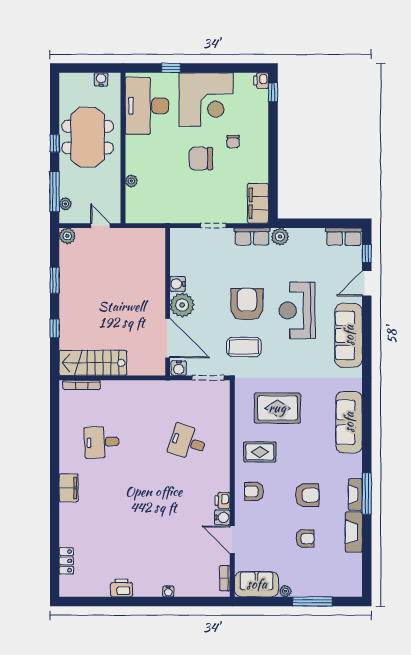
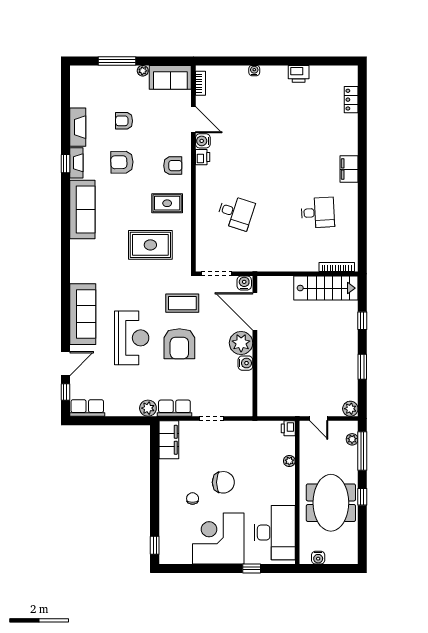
printer: (261, 81) -> (288, 428), moved, turned 180
sofa: (349, 422) -> (82, 209), moved
window: (367, 494) -> (65, 164), width x0.46

